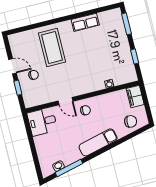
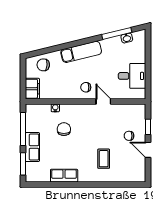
row of seats: (122, 42) -> (32, 147), added
coffee table: (52, 47) -> (104, 159), width x0.54, depth x0.58
window: (135, 56) -> (23, 129), width x2.17
chair: (96, 66) -> (64, 129), added
desk: (42, 122) -> (132, 76), moved

